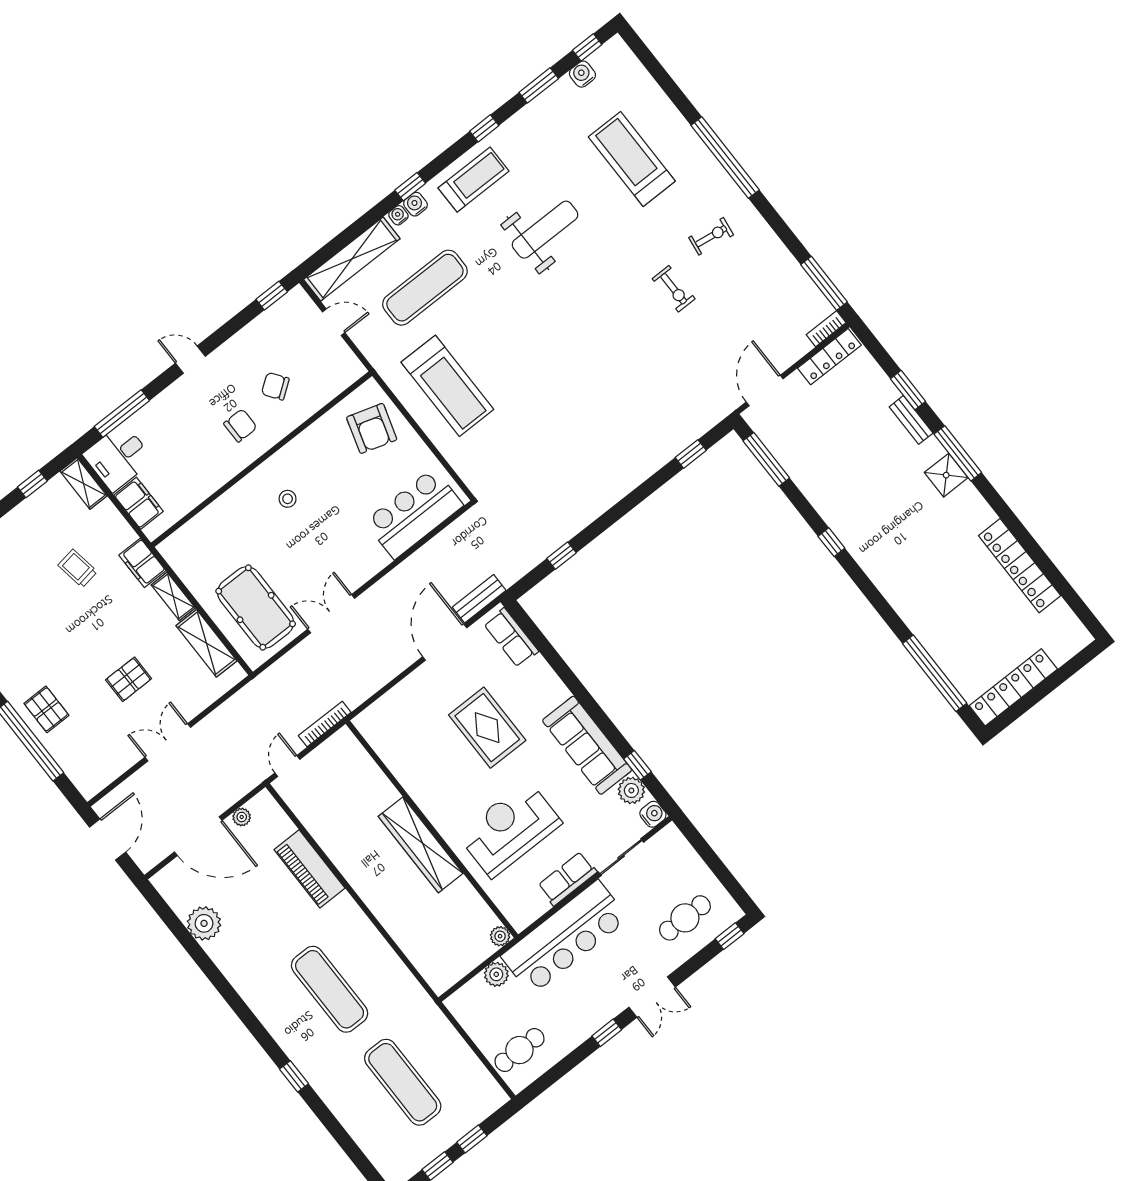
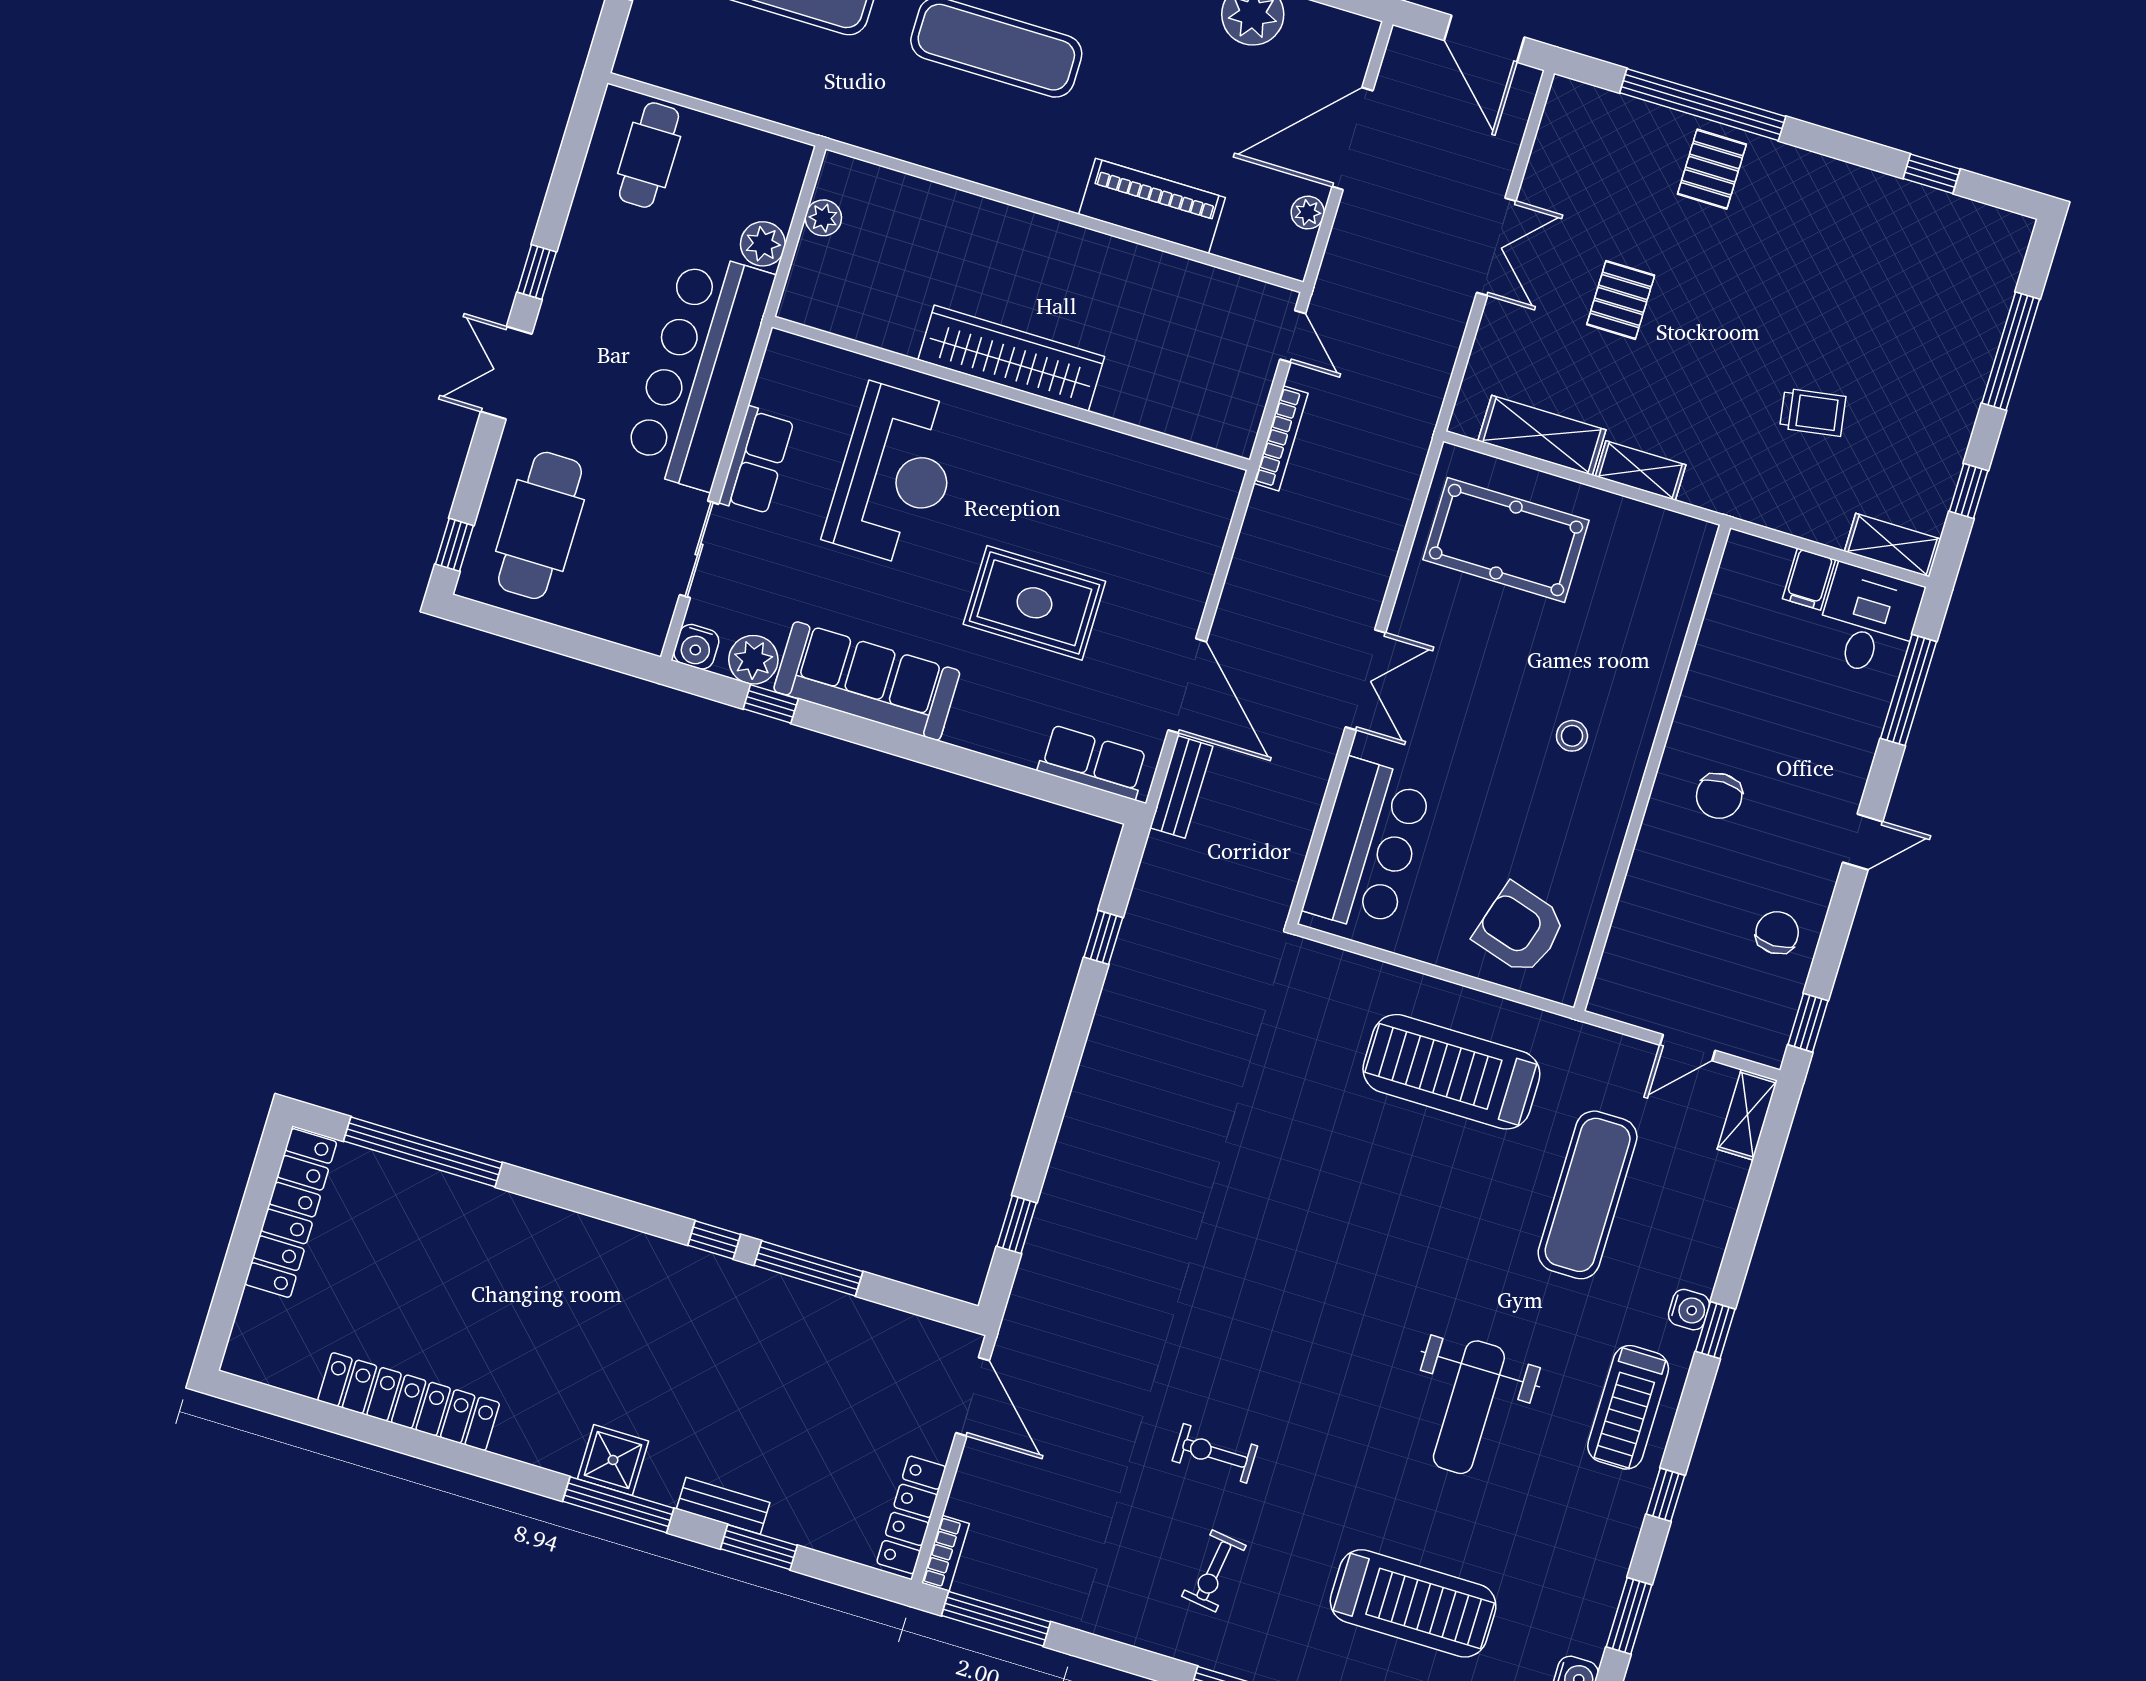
water cooler: (398, 215) -> (1703, 1275), removed
shelving: (352, 259) -> (1747, 1115), width x0.45, depth x0.75
chair: (275, 386) -> (1777, 933), moved, turned -54
window: (766, 459) -> (809, 1268), moved
filing cabinet: (139, 503) -> (1809, 579), width x0.50
filing cabinet: (142, 563) -> (1722, 488), removed
double door: (331, 614) -> (1365, 680), moved
pallet: (46, 709) -> (1712, 169), turned 90
cafe table: (685, 918) -> (540, 525), width x1.37, depth x1.35
plant: (500, 936) -> (823, 218), moved

